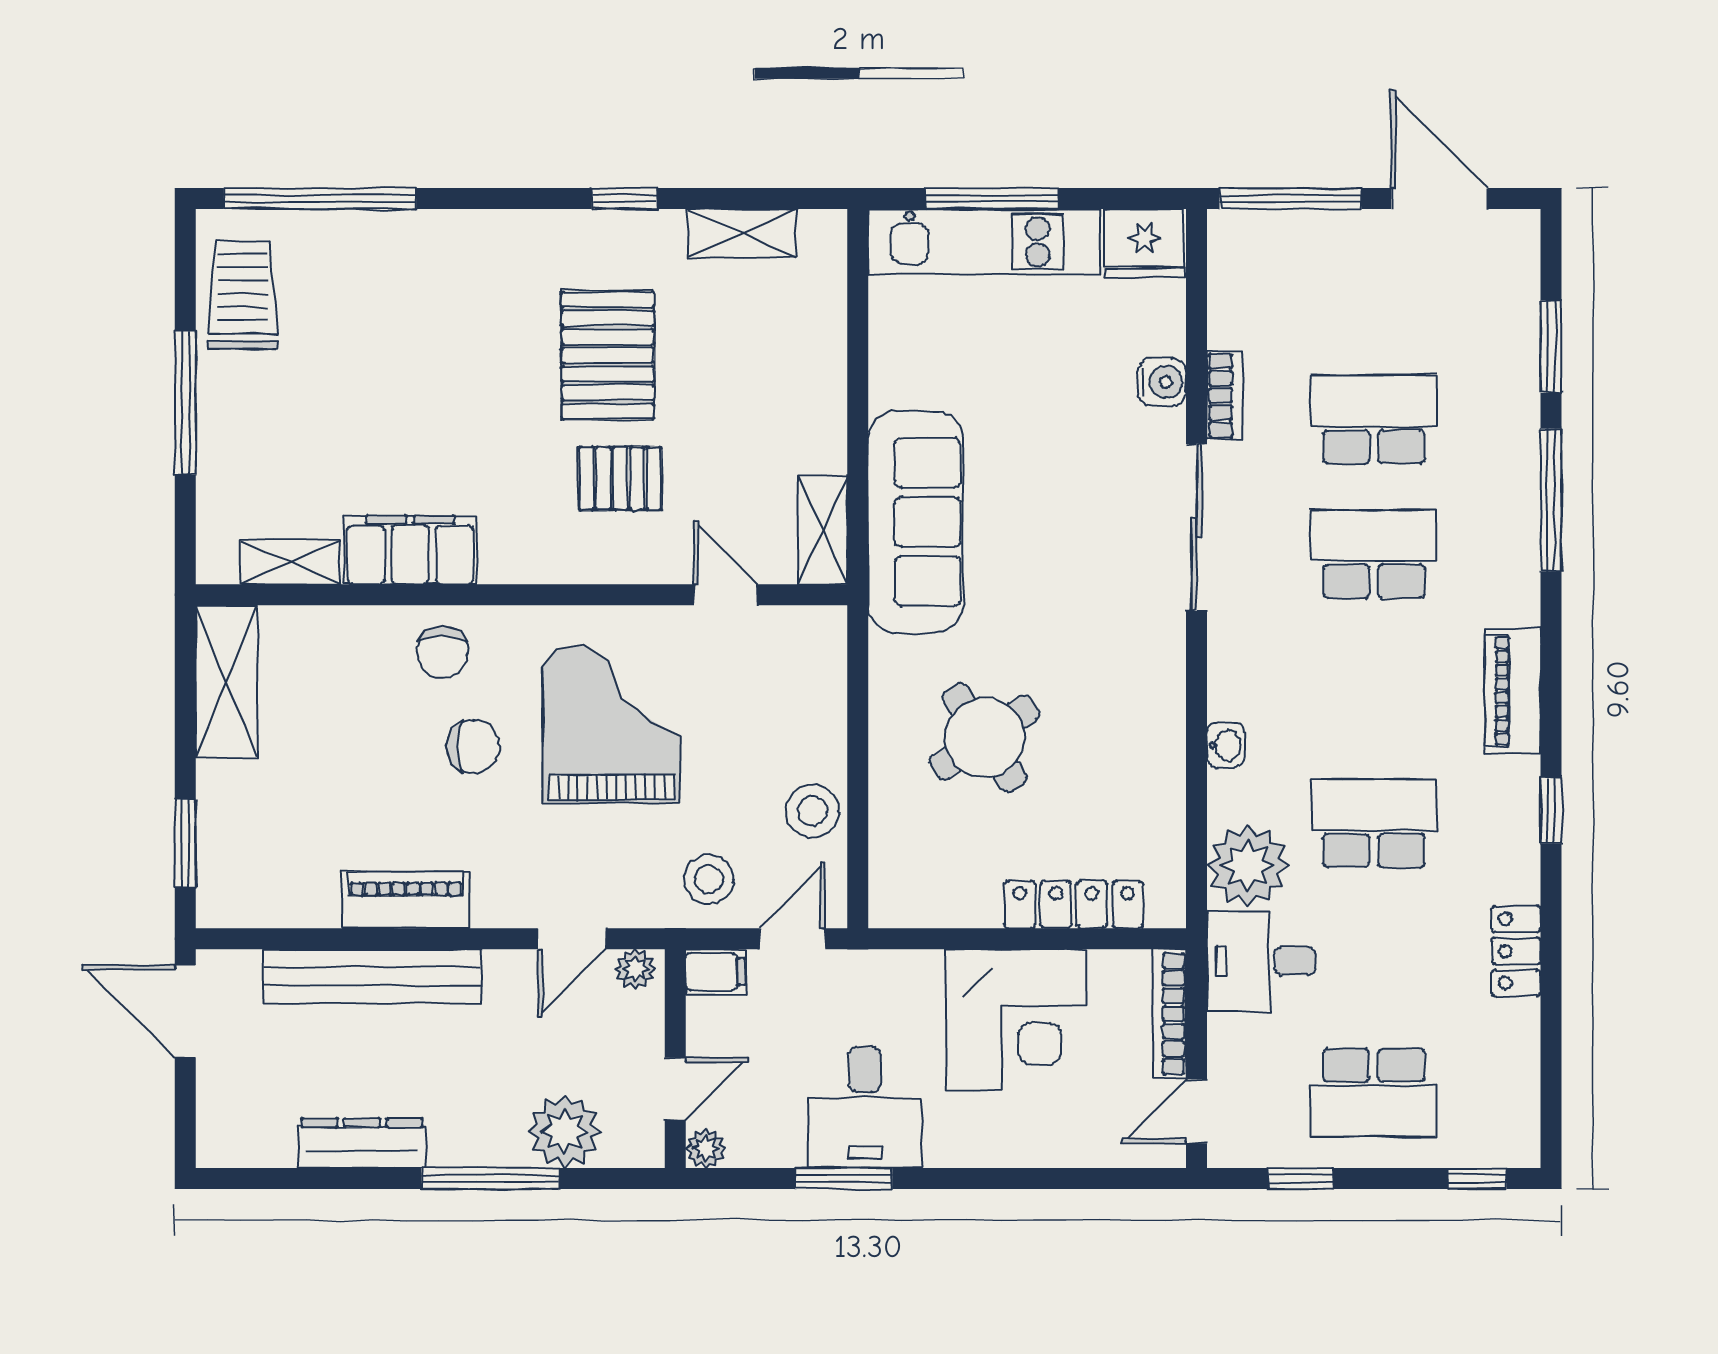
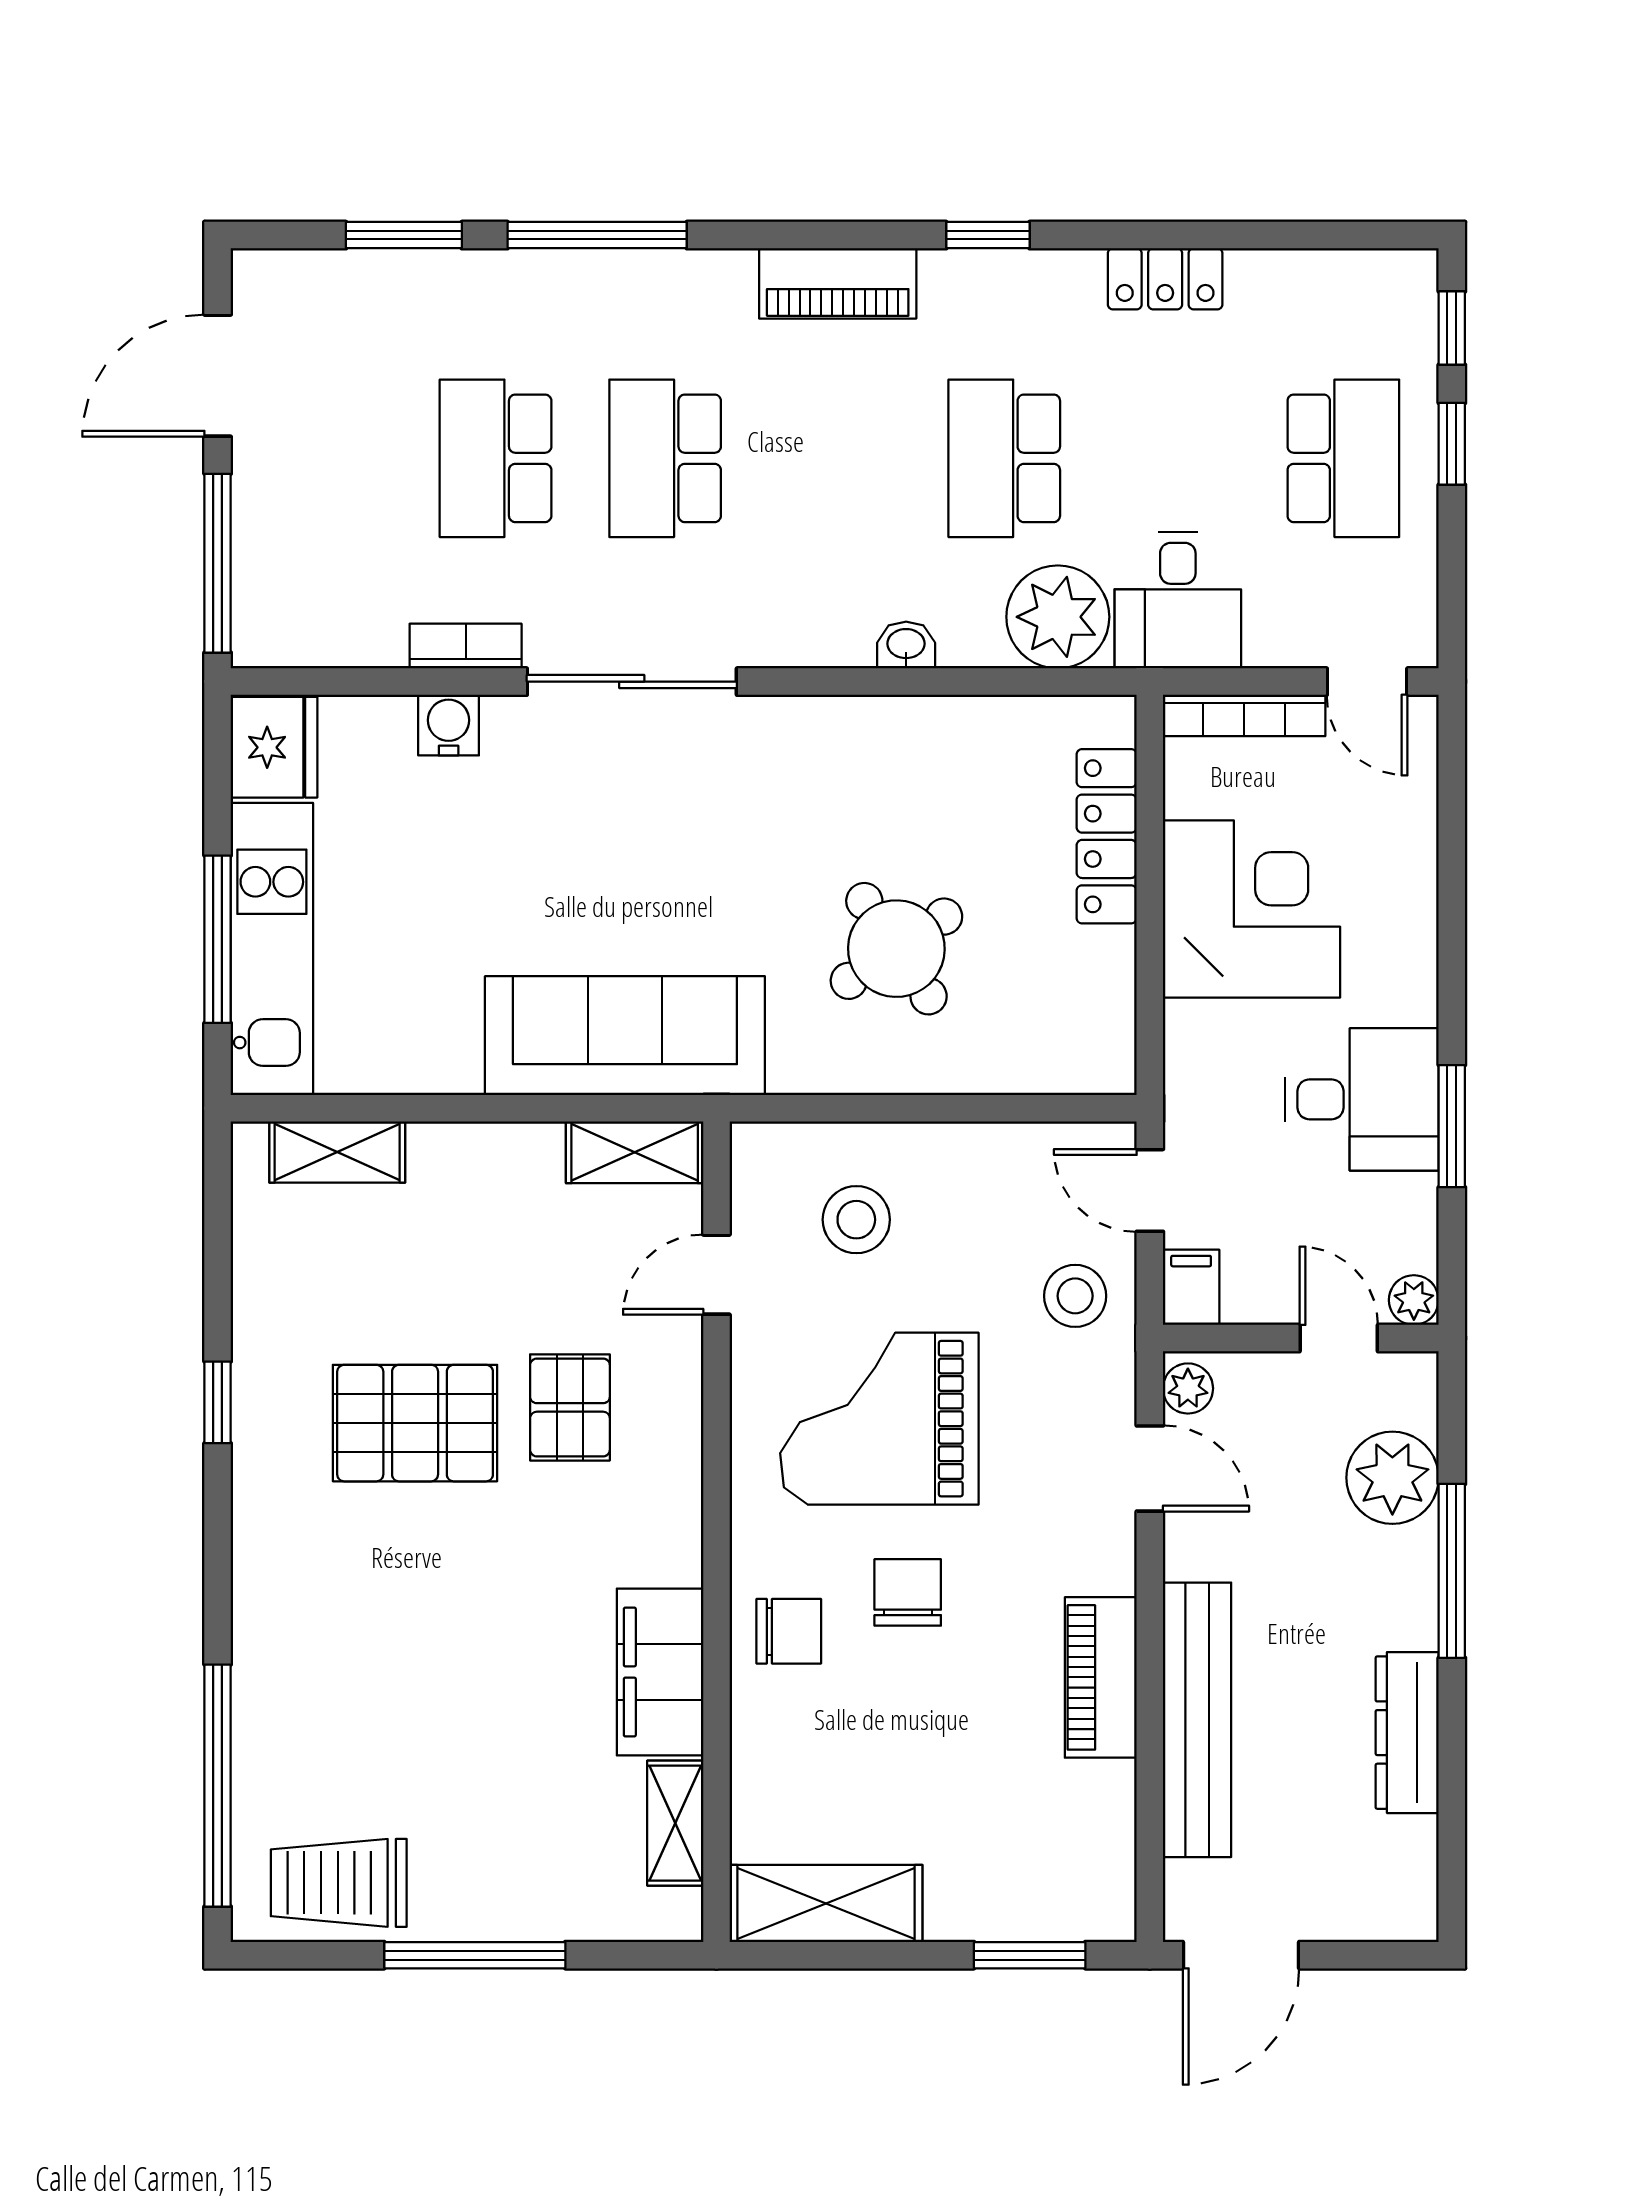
shelving: (742, 233) -> (337, 1152), moved, turned 90
stool: (812, 811) -> (856, 1220), moved
window: (1300, 1179) -> (1452, 444), moved

